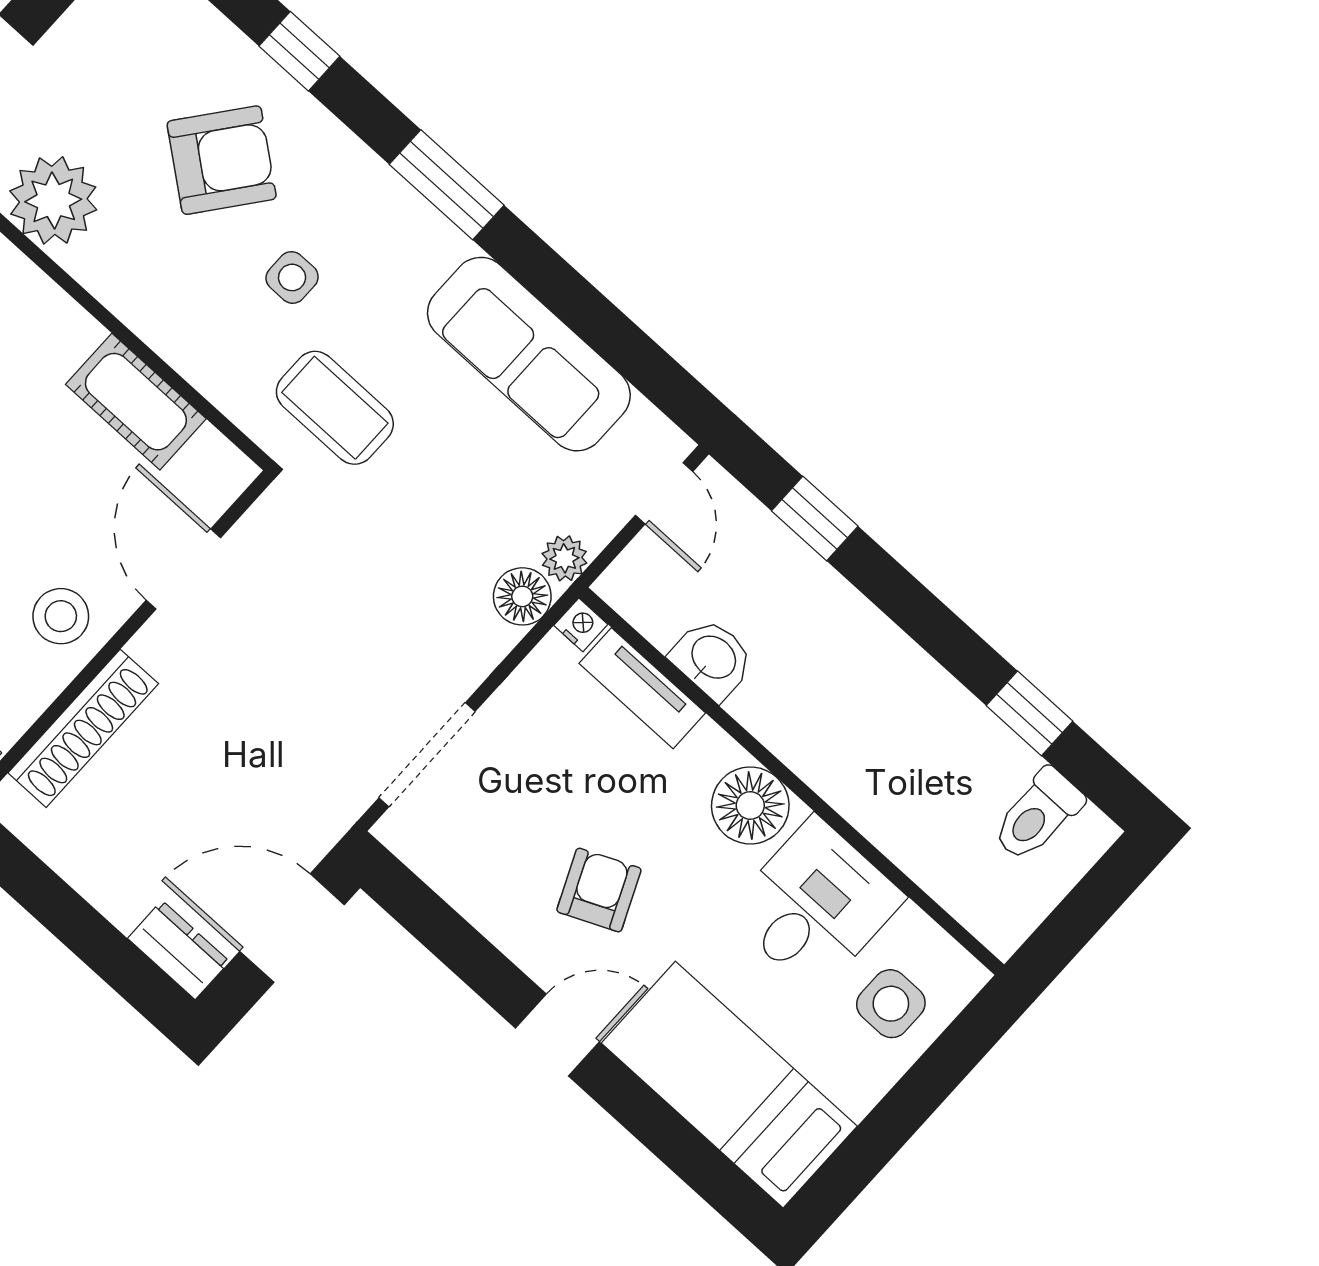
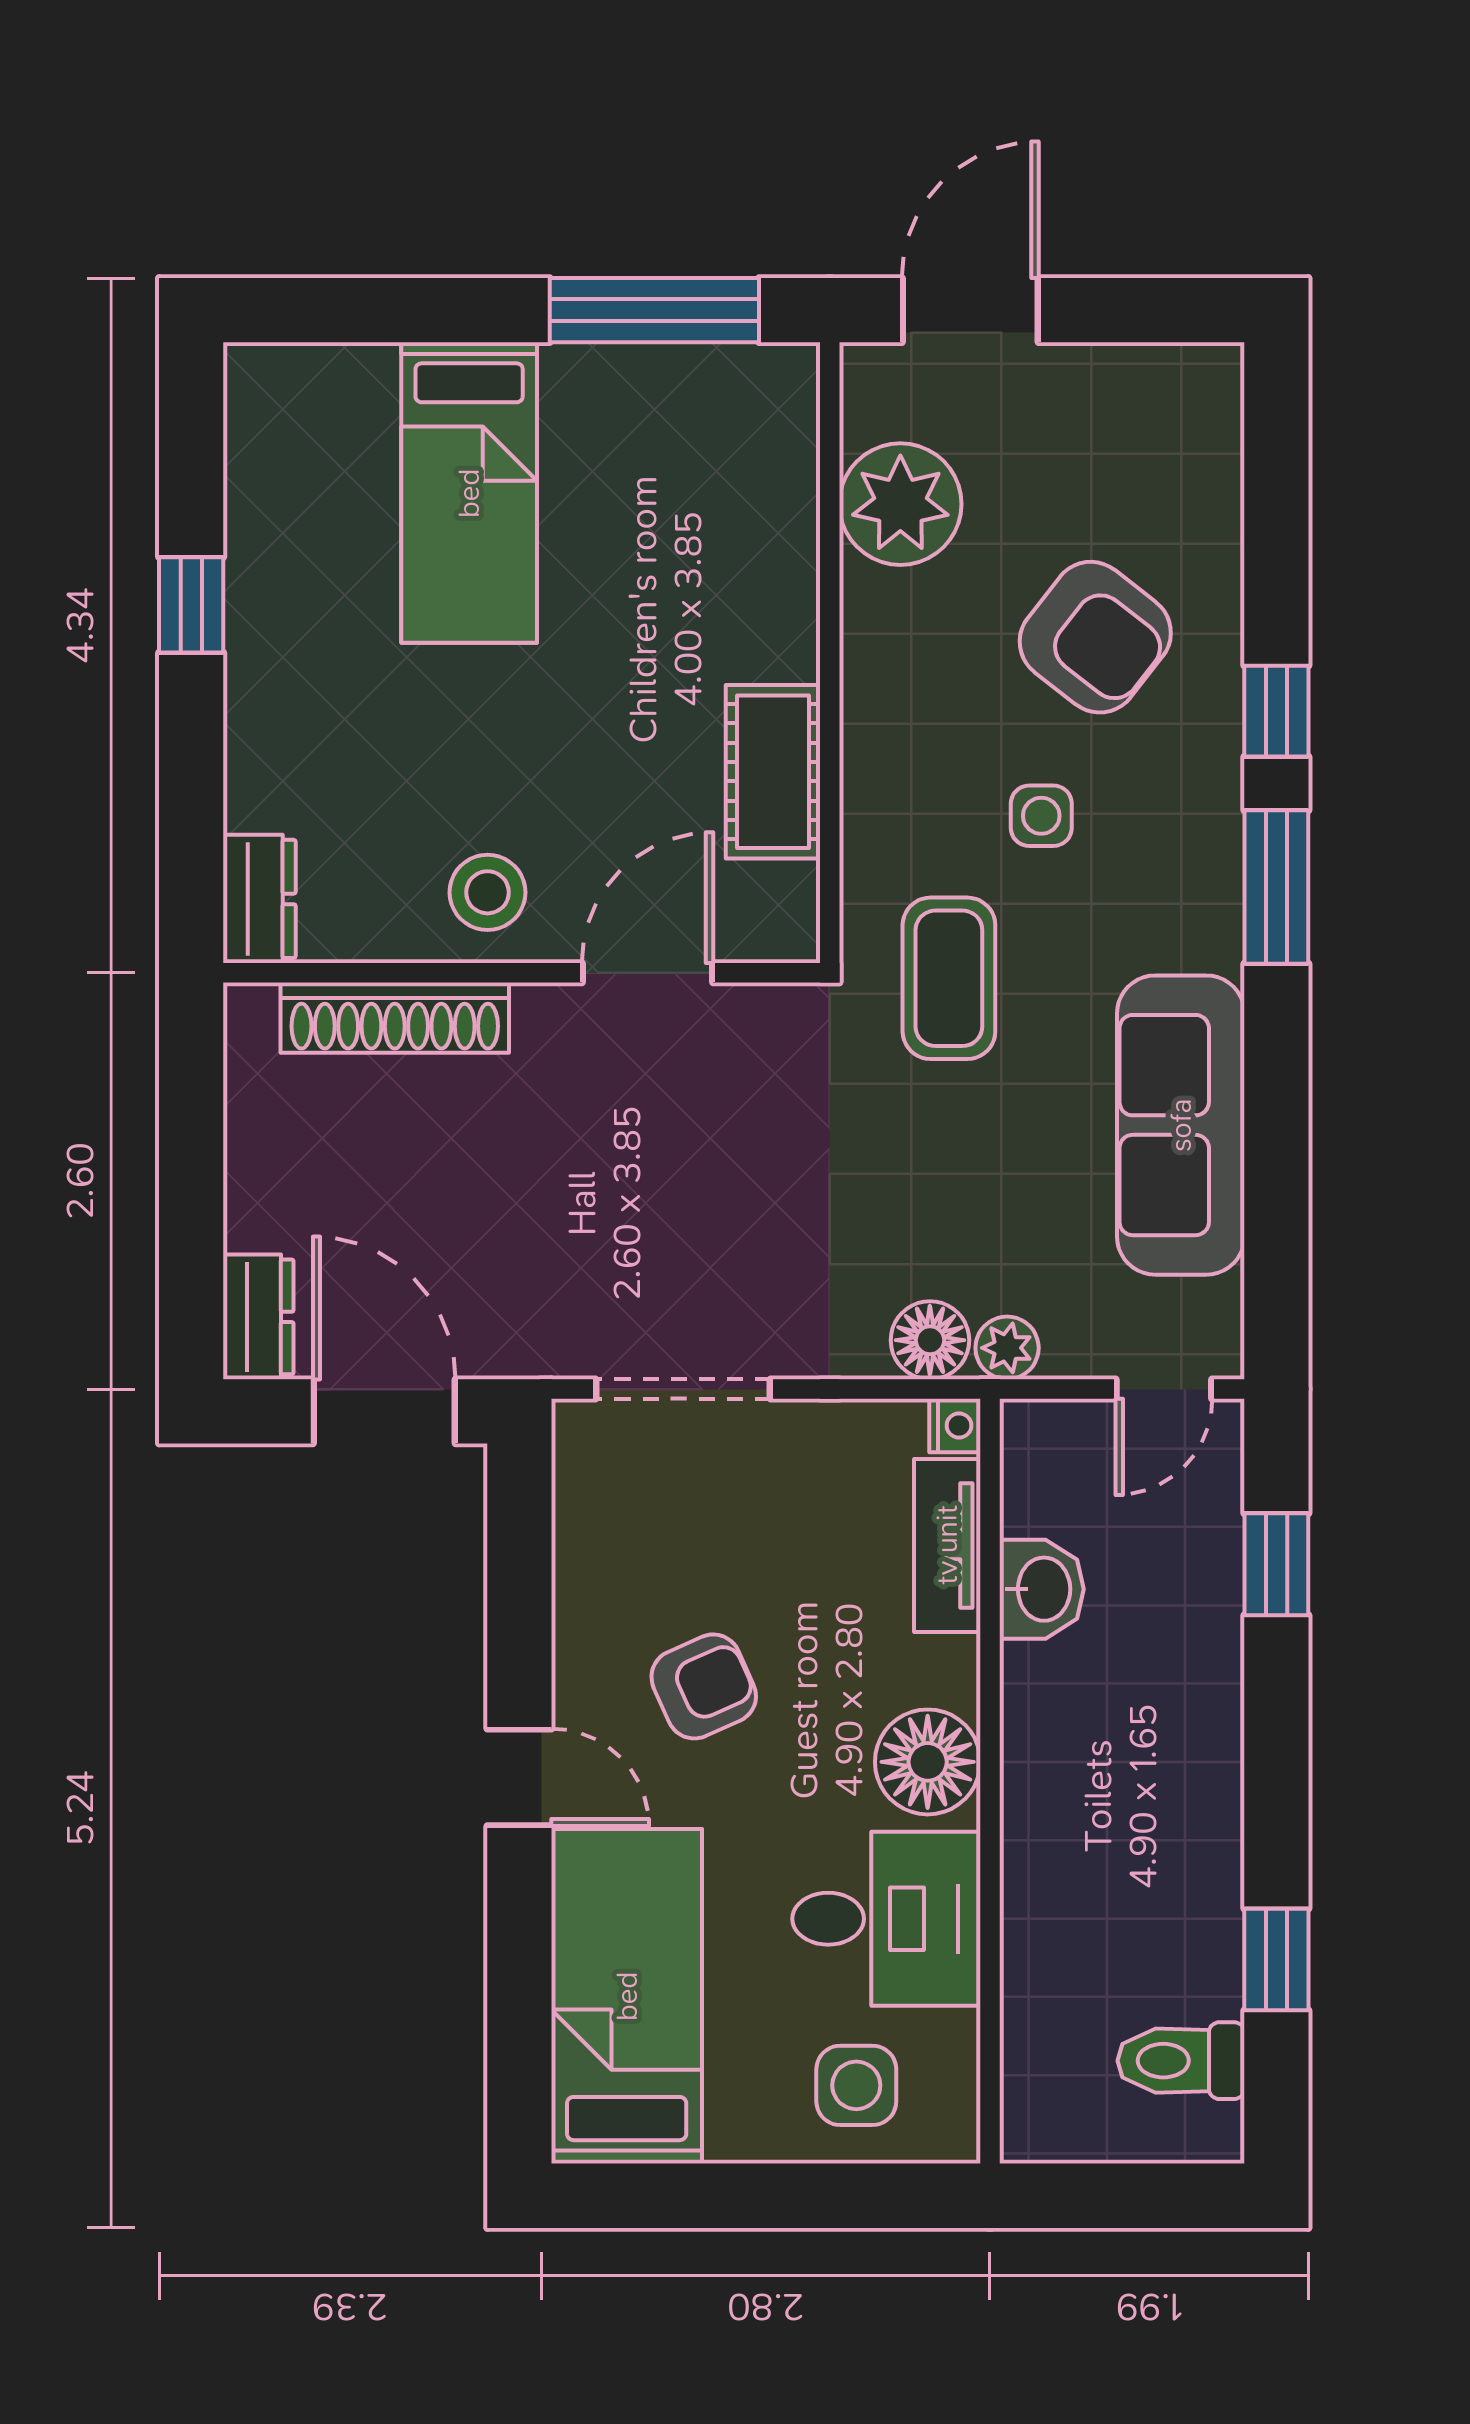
window: (299, 51) -> (1276, 711), moved

